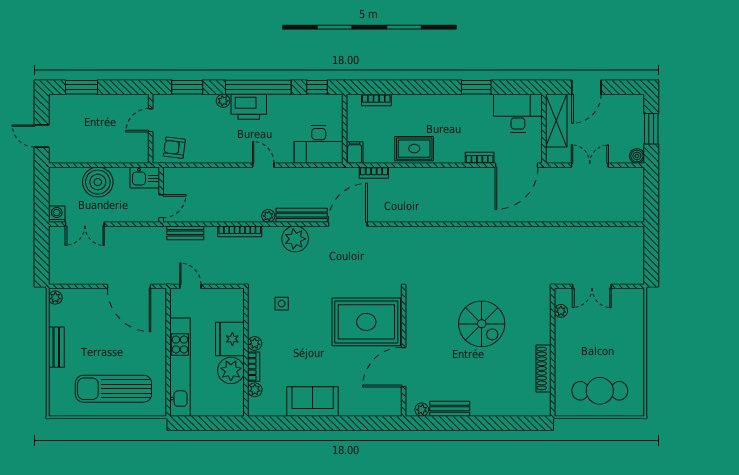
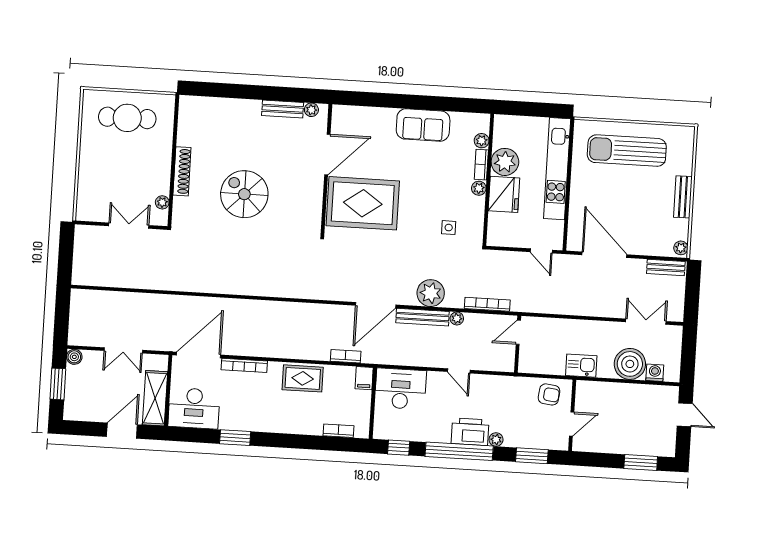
bookcase: (480, 158) -> (244, 365), width x1.56
wall: (161, 195) -> (518, 344), moved
door: (161, 206) -> (518, 332), moved
washing machine: (57, 214) -> (655, 373), moved, turned 180
bench: (185, 233) -> (666, 268), moved
shoe rack: (544, 368) -> (182, 171), moved
sun lounger: (113, 389) -> (627, 151), turned 180

